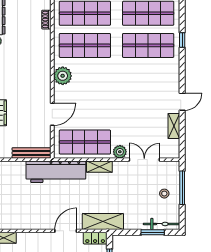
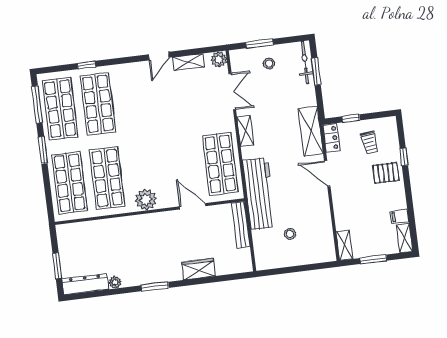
shoe rack: (46, 20) -> (82, 227), removed
door: (182, 102) -> (159, 56), swing flipped
plant: (120, 152) -> (219, 59), moved
double door: (144, 160) -> (232, 92), swing flipped
shelving: (99, 167) -> (246, 131), moved
window: (182, 188) -> (260, 43), width x0.69
stool: (19, 193) -> (290, 234), added

